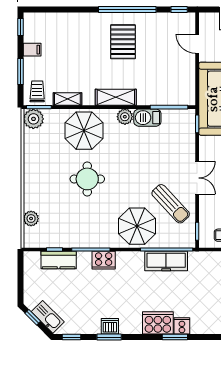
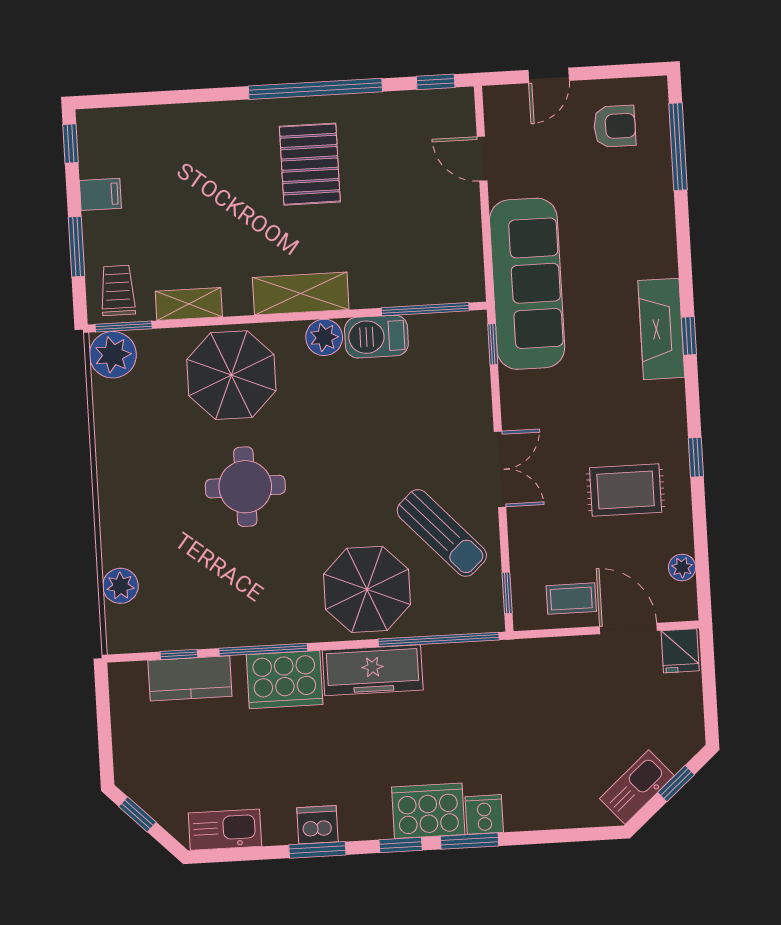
cooker: (104, 260) -> (285, 680), width x1.37, depth x1.31
freezer: (166, 261) -> (373, 670), moved
kitchen sink: (48, 317) -> (225, 830), moved, turned -45
window: (72, 337) -> (401, 845), moved

